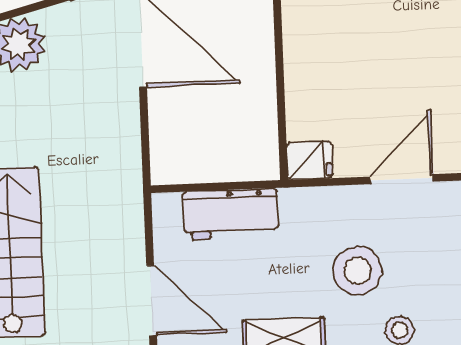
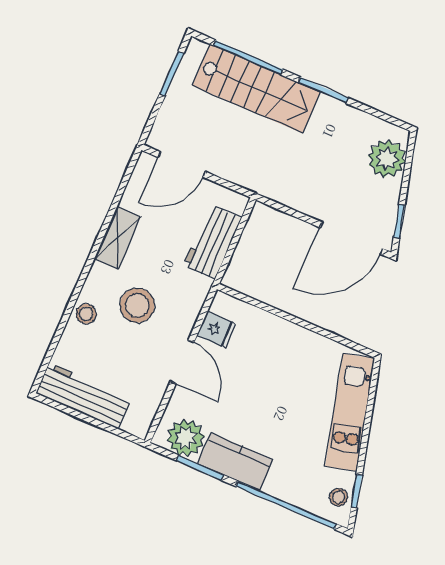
fridge: (309, 160) -> (216, 330), moved, turned -90

